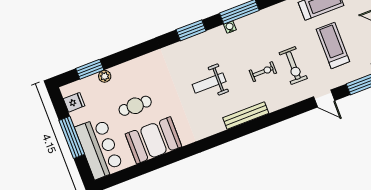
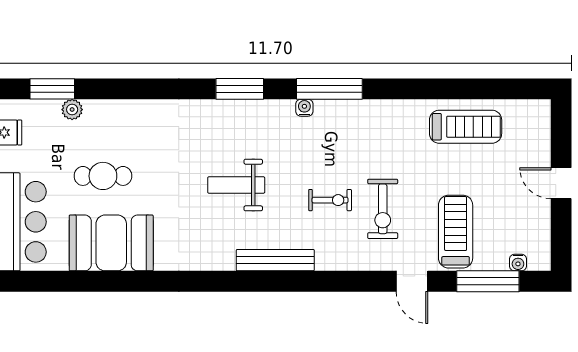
treadmill: (333, 45) -> (456, 232), moved

